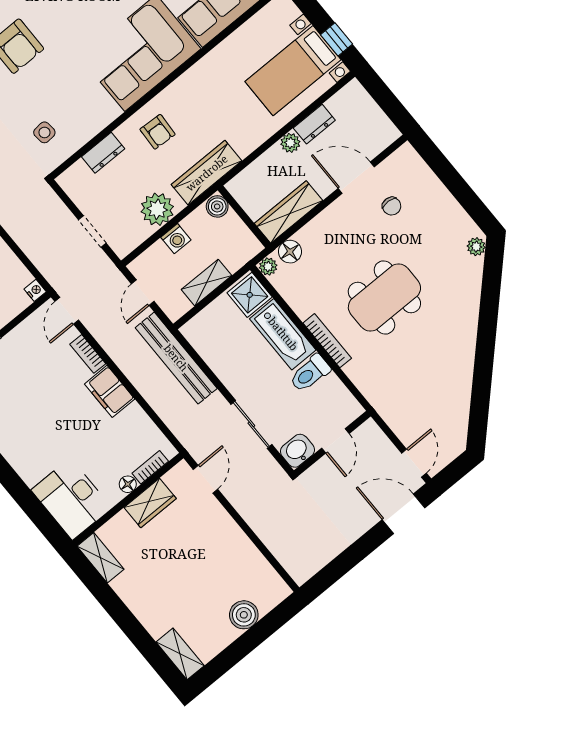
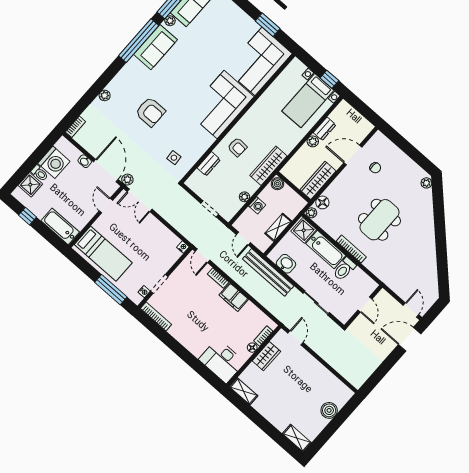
plant: (157, 209) -> (244, 197), width x0.53, depth x0.53
washbasin: (297, 451) -> (286, 264), moved, turned 90

